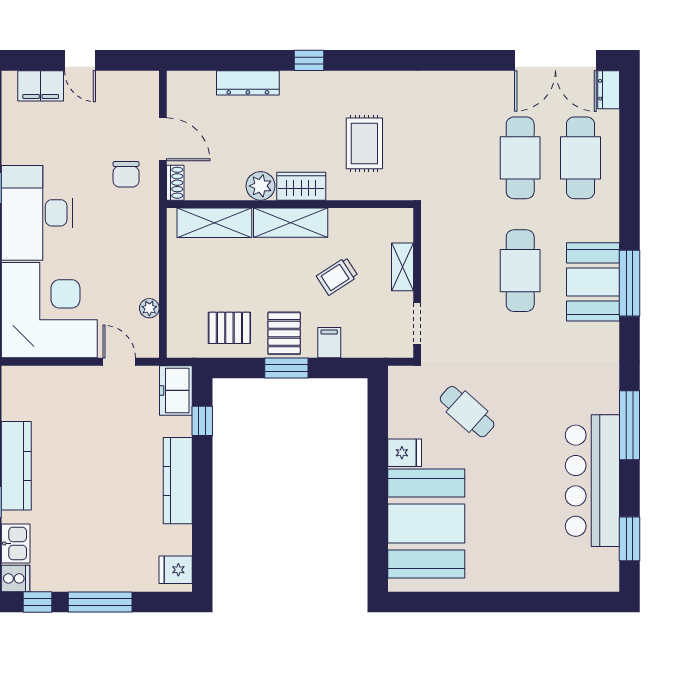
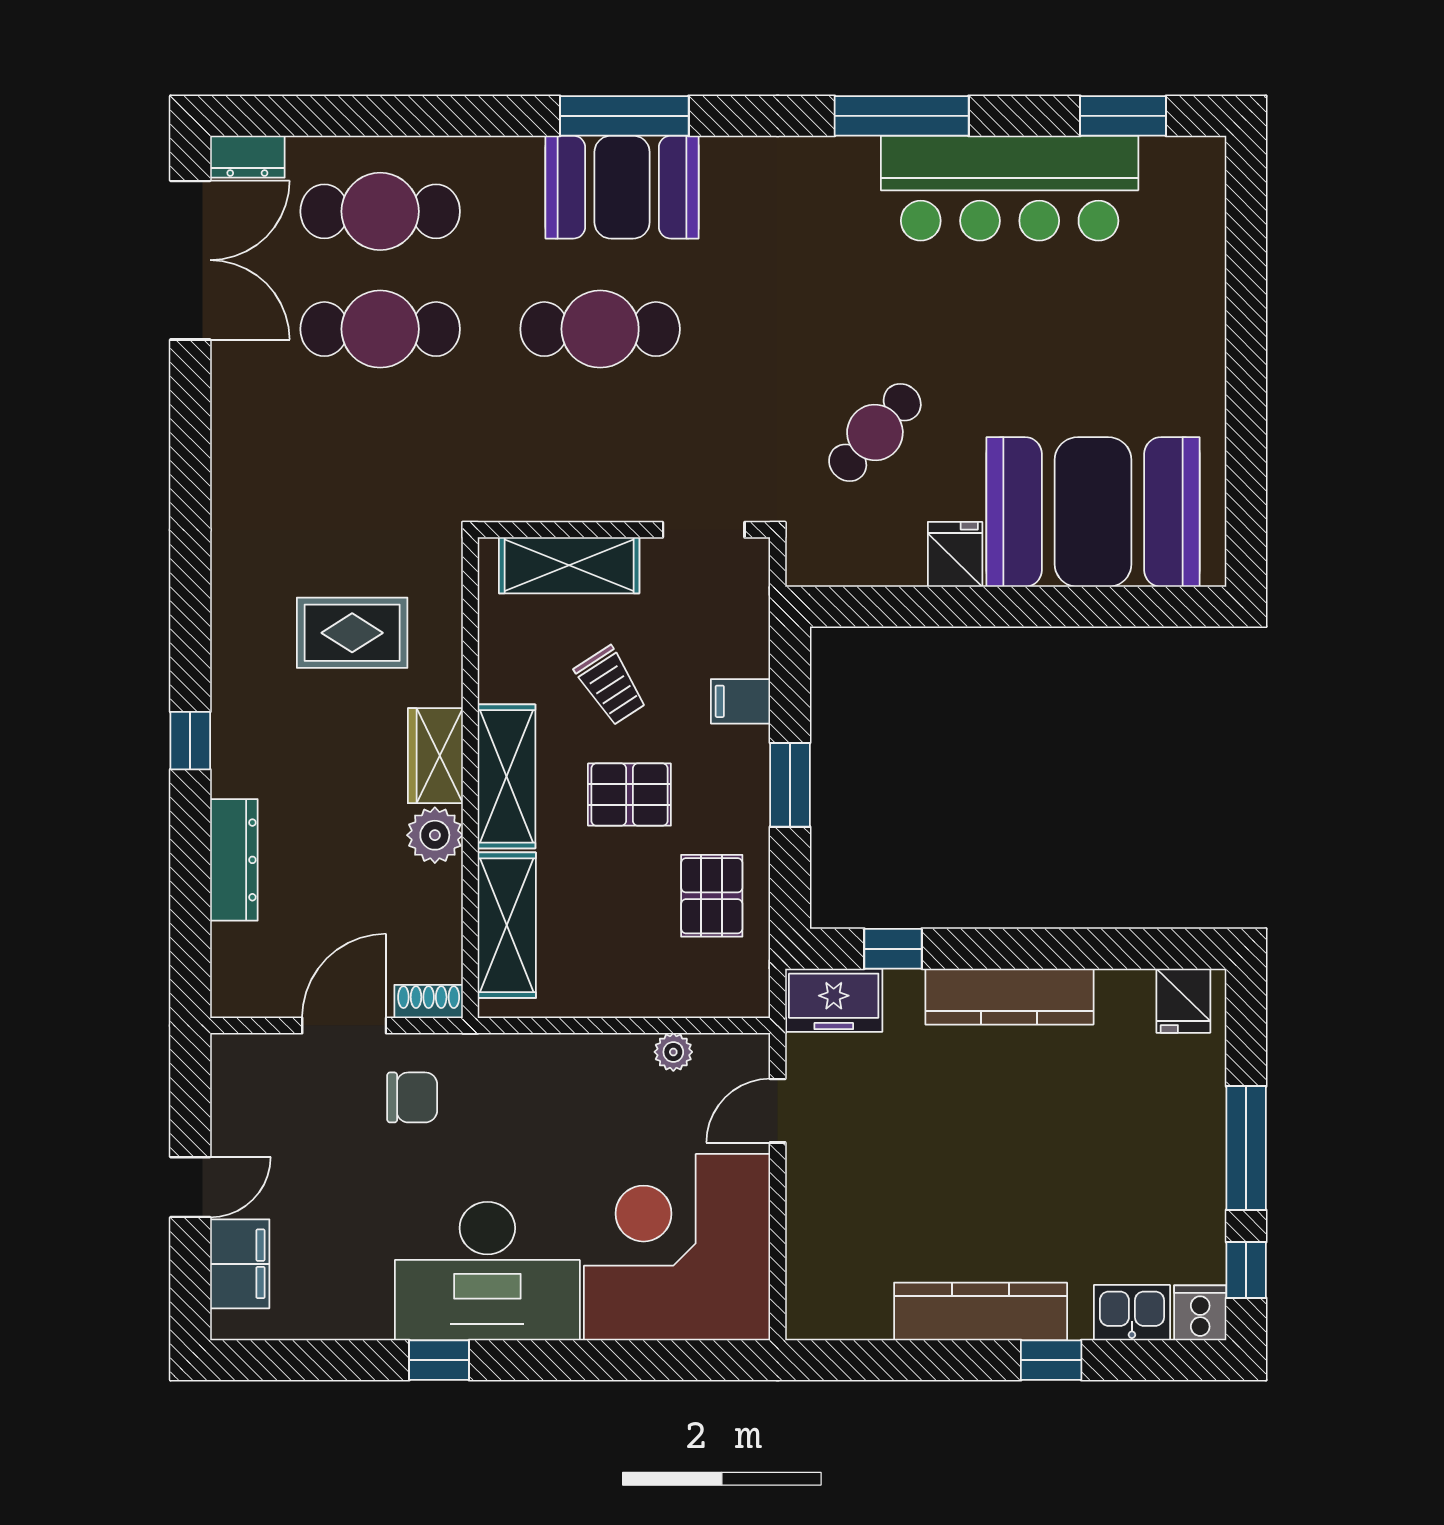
shelving: (403, 267) -> (569, 565), width x1.50, depth x1.33
pallet: (284, 333) -> (629, 795), moved

